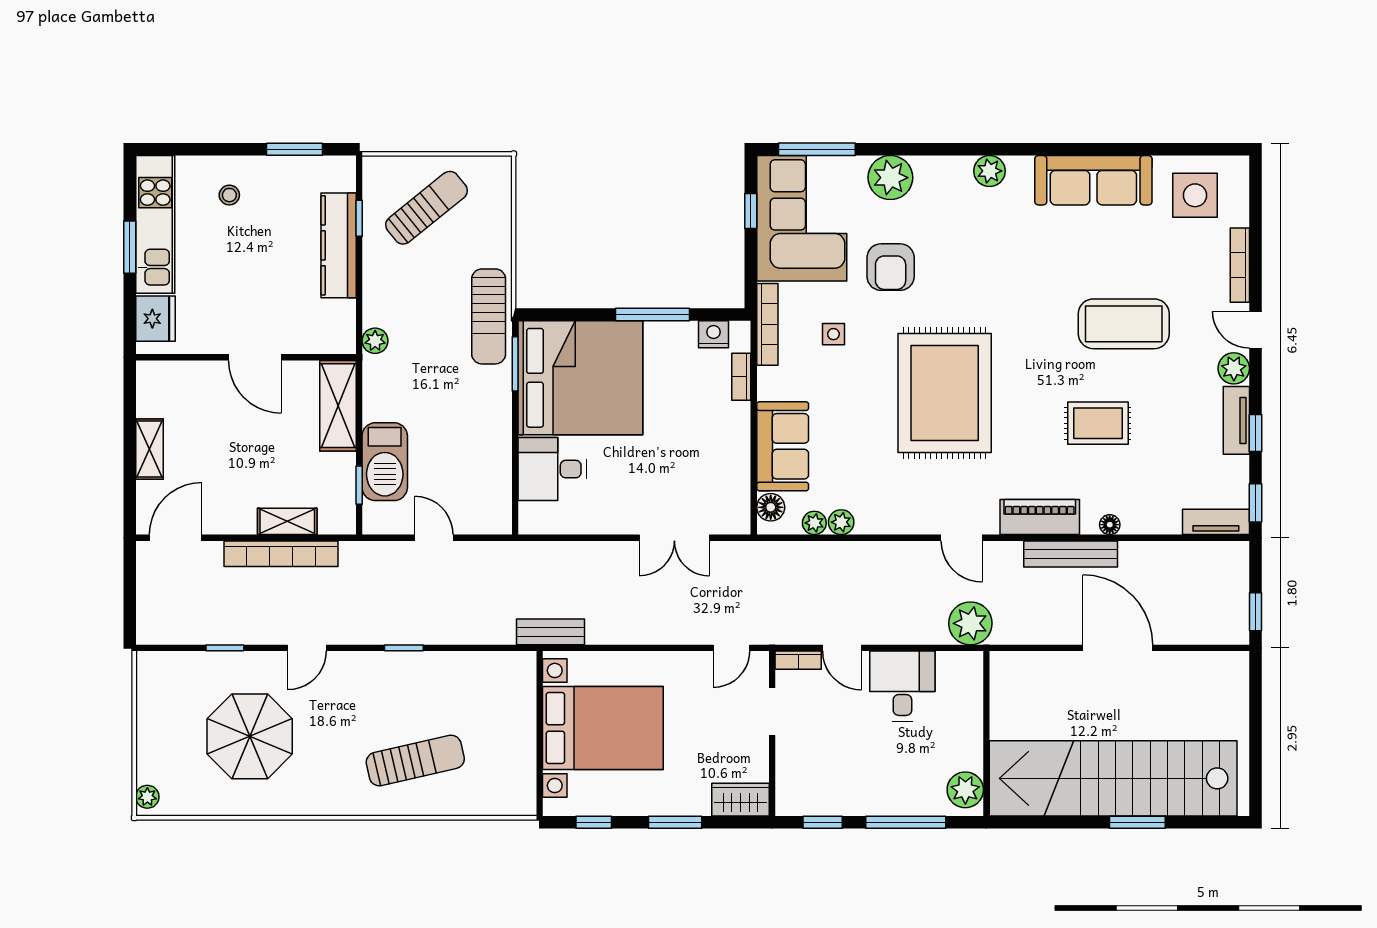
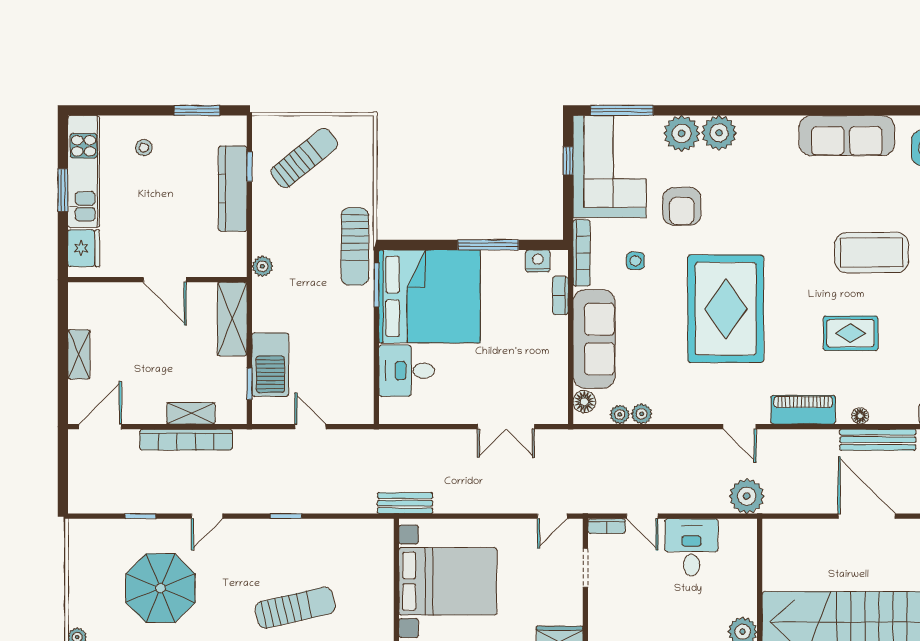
plant: (990, 171) -> (719, 133), moved, width x1.36, depth x1.36
sofa: (783, 446) -> (594, 339), width x1.36
bench: (1071, 554) -> (878, 440), moved

